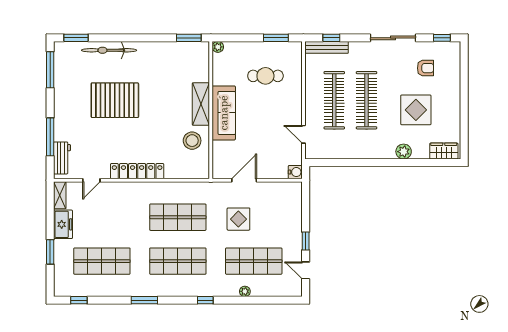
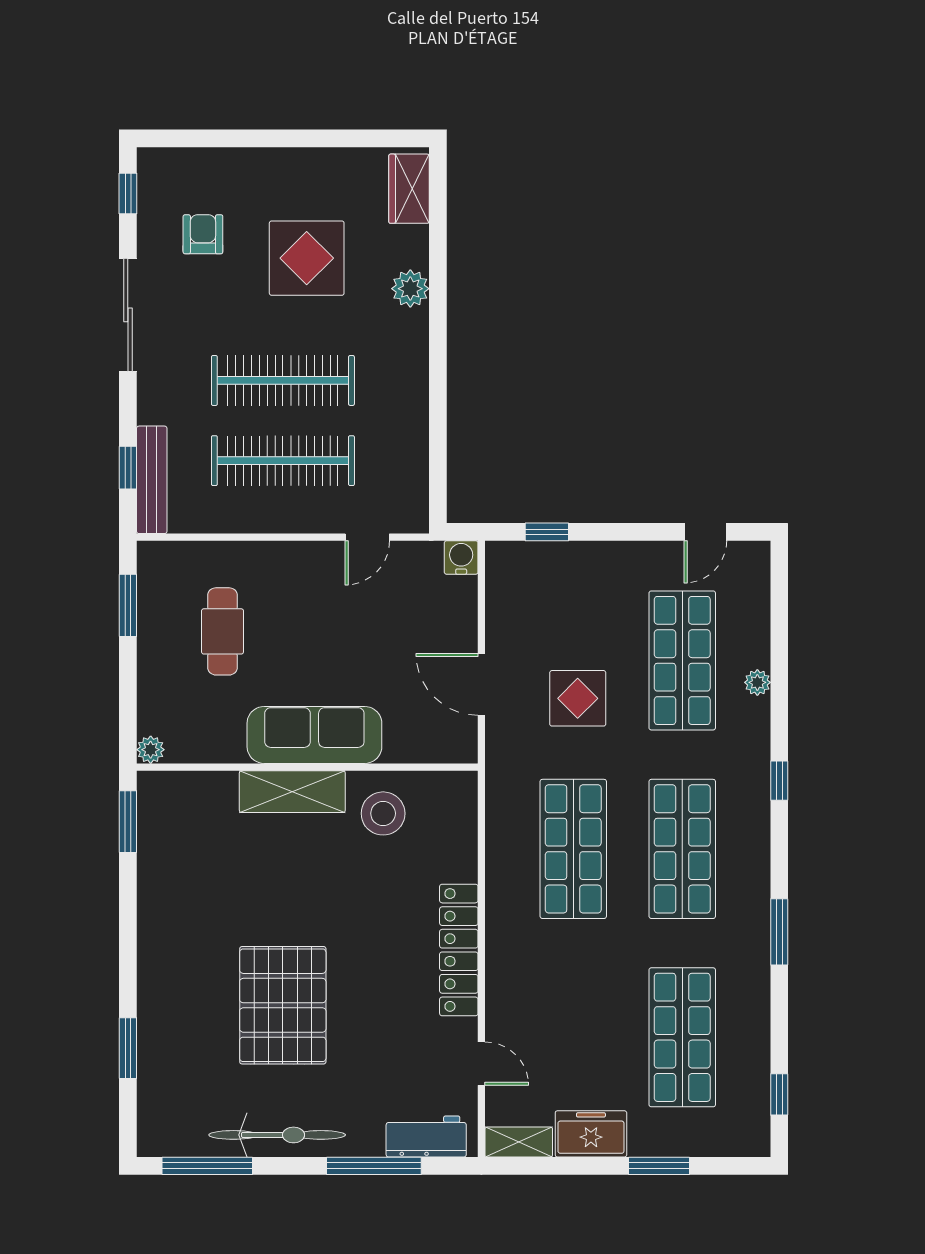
window: (76, 38) -> (128, 1048), moved
bicycle: (109, 50) -> (277, 1135), moved, turned -90
window: (306, 241) -> (547, 532), moved

